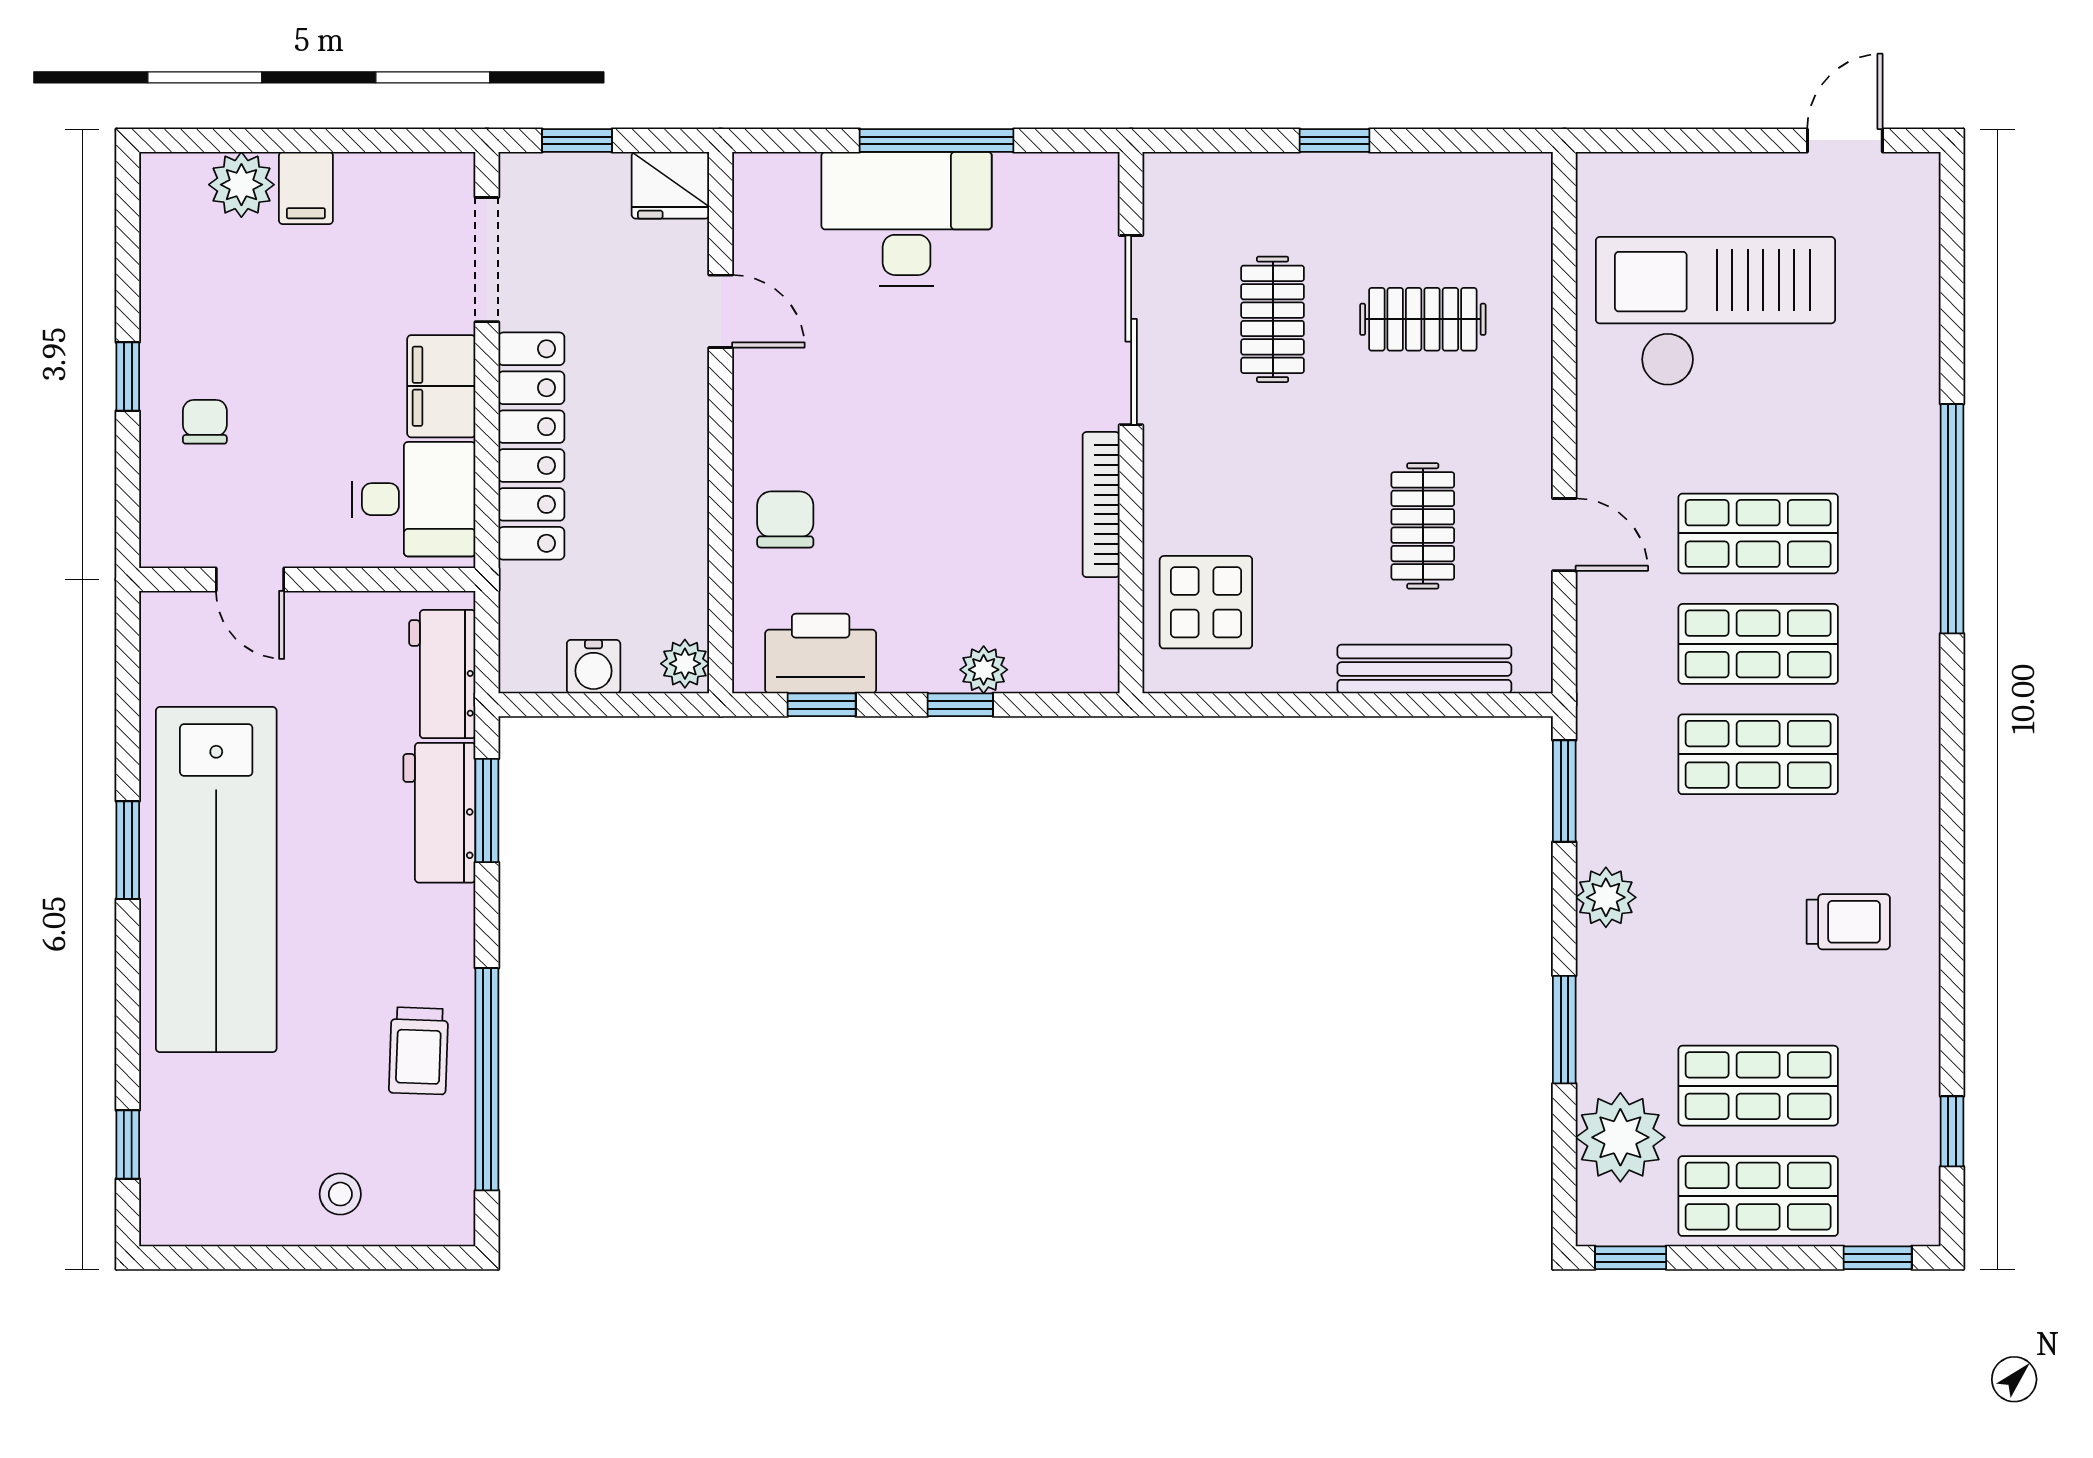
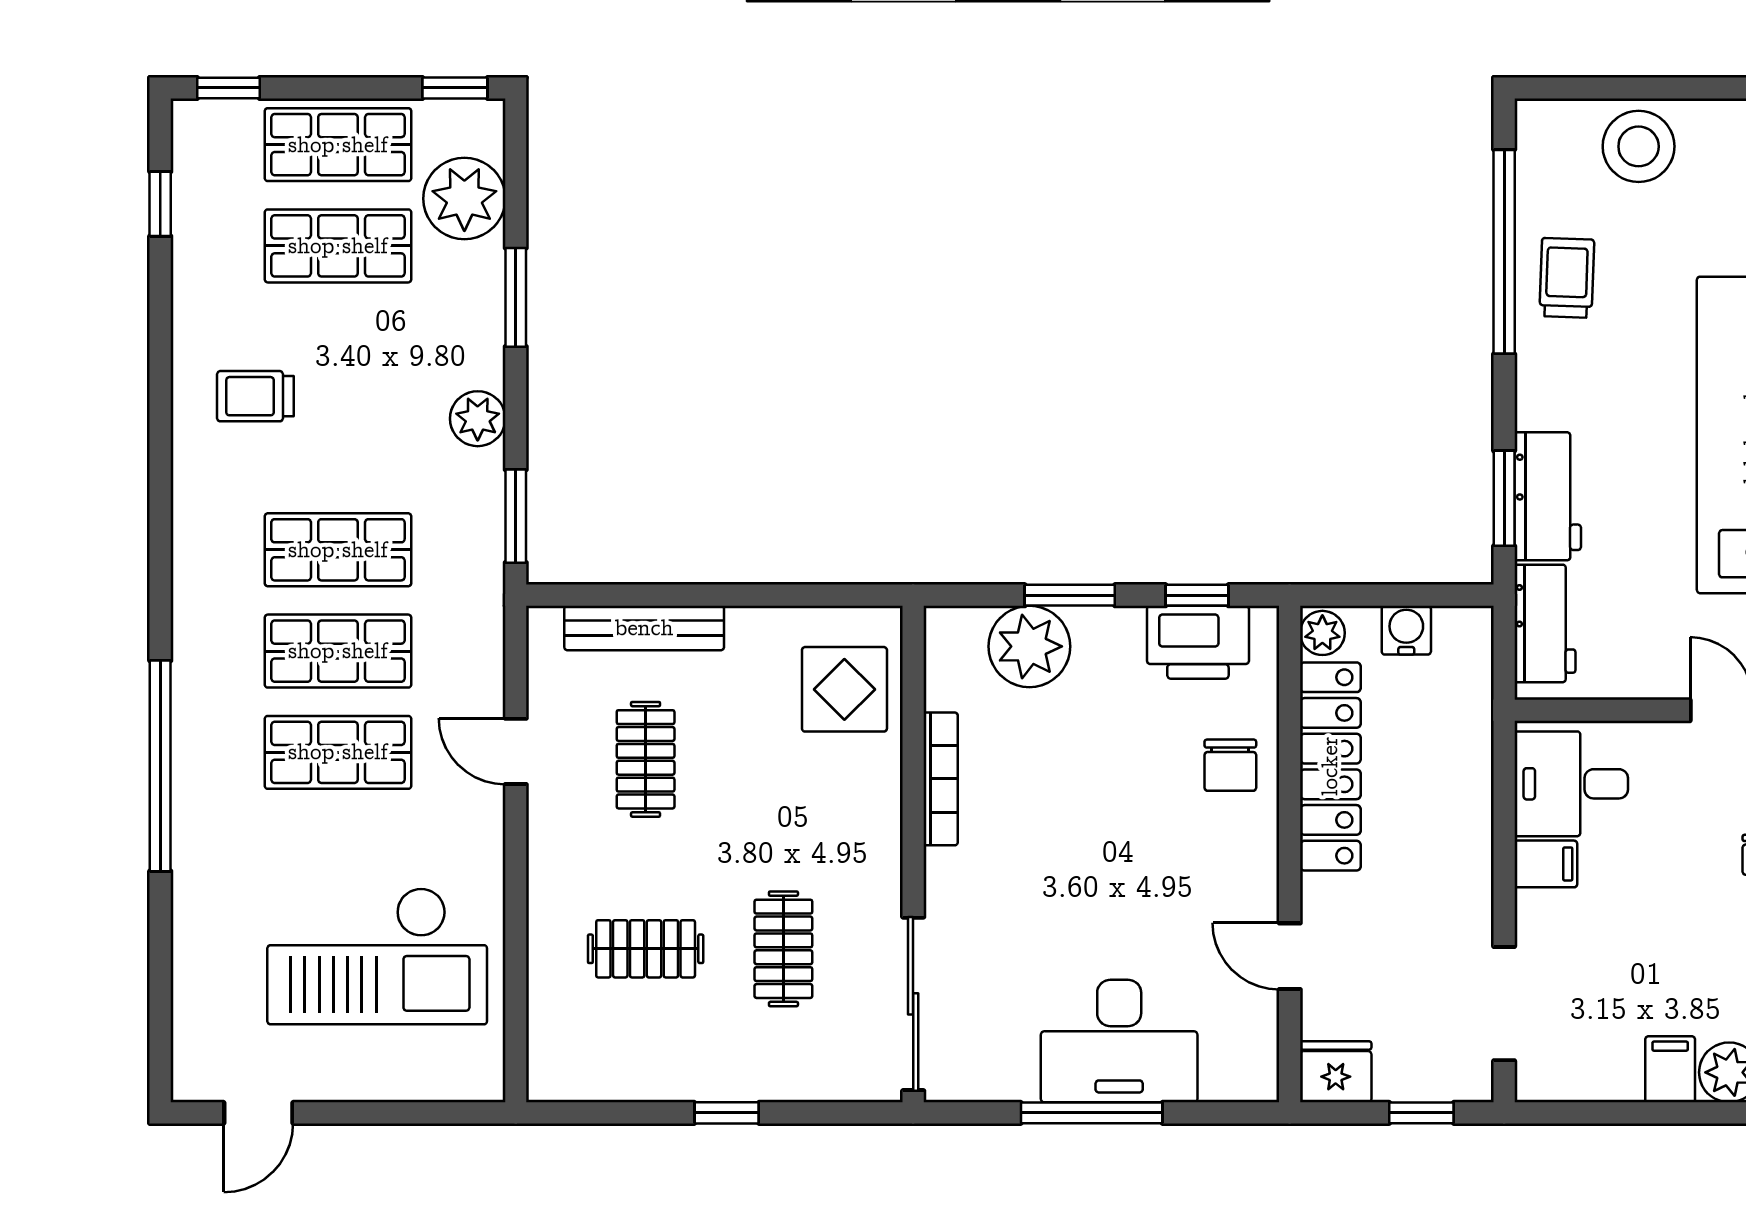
sliding door: (1131, 330) -> (913, 1004), moved
filing cabinet: (441, 386) -> (1546, 864), width x0.50
locker: (531, 446) -> (1330, 766), moved, turned 180
plant: (984, 670) -> (1029, 646), width x1.88, depth x1.88
window: (960, 705) -> (1070, 595), width x1.50
stool: (340, 1194) -> (1639, 146), width x1.89, depth x1.89

